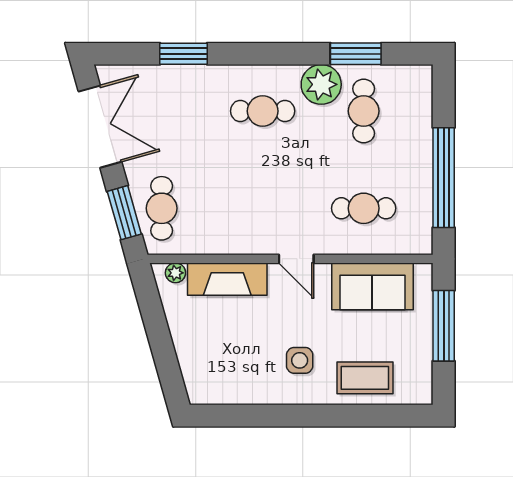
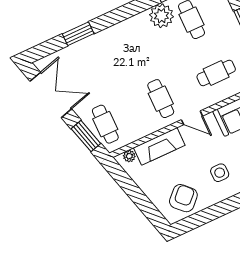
cafe table: (263, 111) -> (161, 99), moved, turned 90
armchair: (228, 374) -> (183, 198), added

